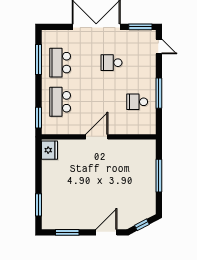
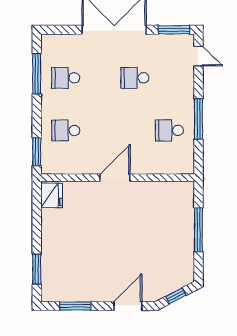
school desk: (60, 63) -> (66, 78), width x0.54
school desk: (60, 102) -> (66, 130), width x0.54

